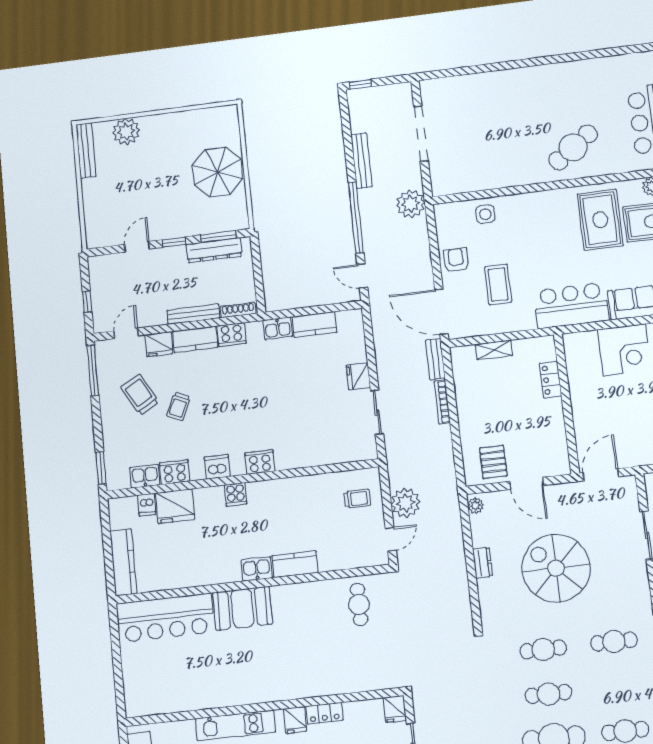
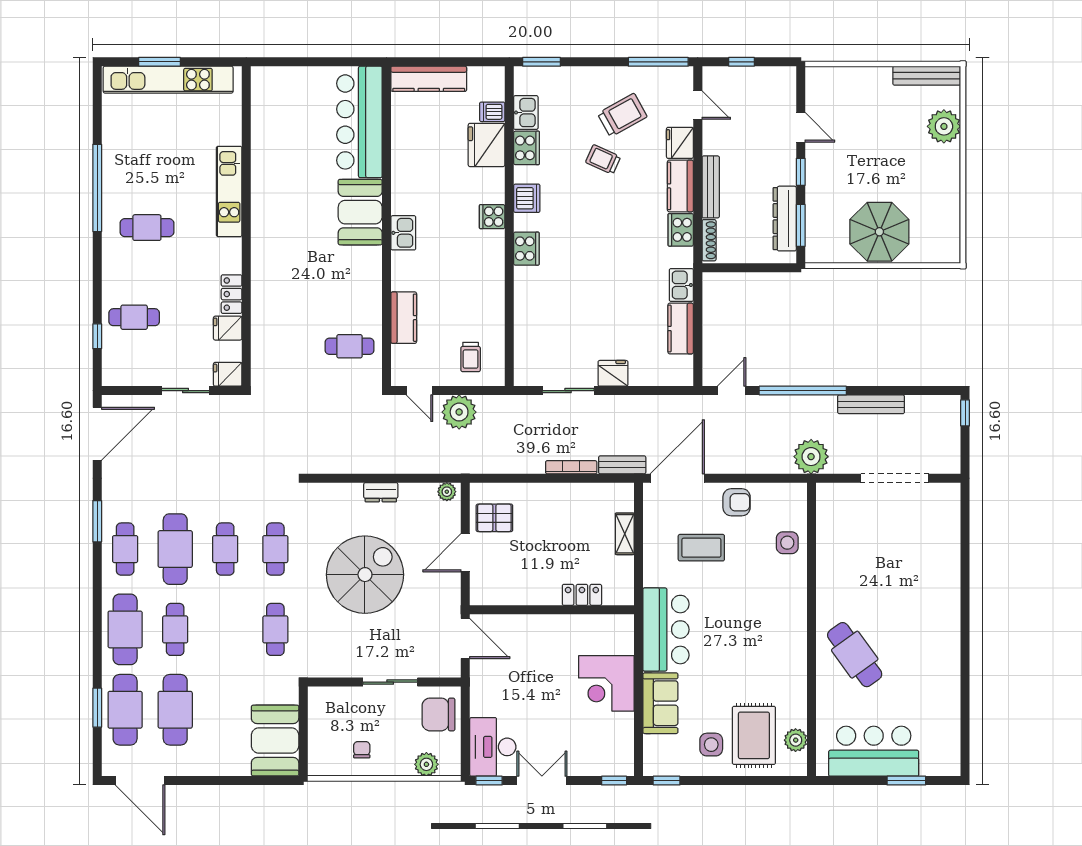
rug: (600, 220) -> (763, 675), removed
kitchen counter: (295, 564) -> (404, 318), moved
fridge: (295, 720) -> (228, 328), moved

